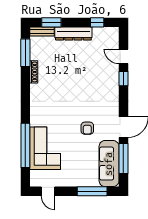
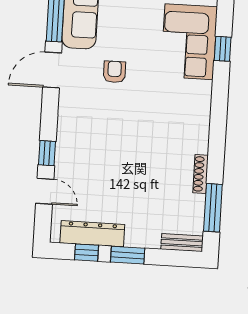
window: (51, 22) -> (128, 255), moved
dresser: (73, 33) -> (92, 234), moved
window: (25, 145) -> (223, 49), width x0.32

